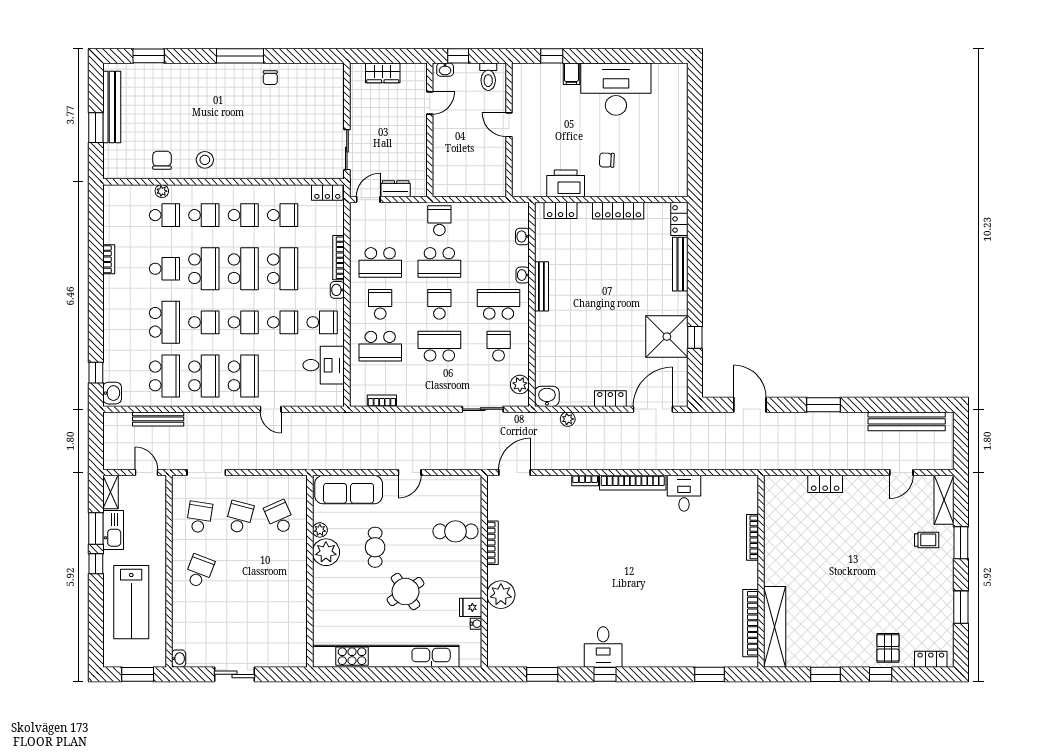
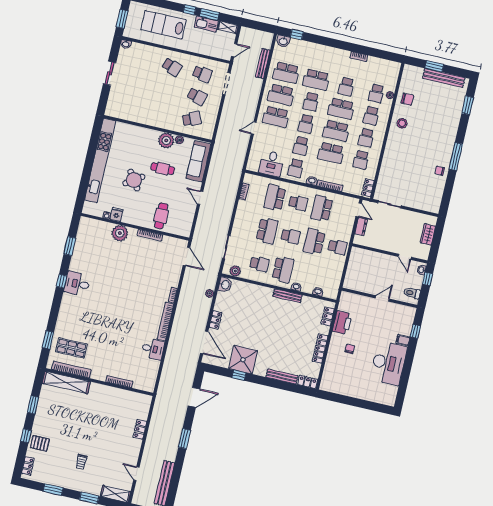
trolley: (927, 540) -> (81, 462), moved
shop shelf: (714, 632) -> (71, 348), added

